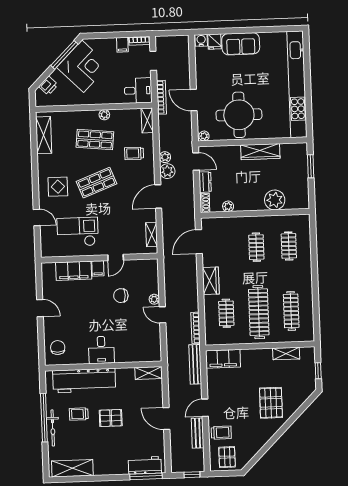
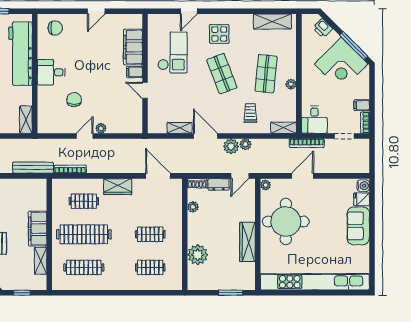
shelving: (152, 235) -> (179, 128), moved
chair: (121, 296) -> (74, 100), moved
filing cabinet: (223, 359) -> (38, 229), moved

